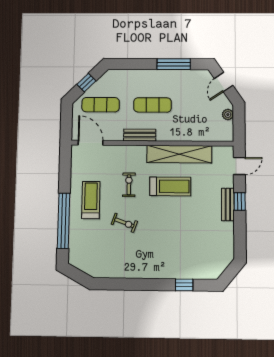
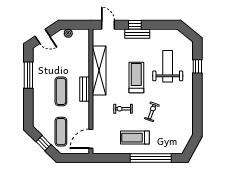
bench: (140, 135) -> (85, 89), moved
treadmill: (170, 186) -> (136, 77), moved
weight bench: (184, 245) -> (168, 66), added

